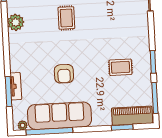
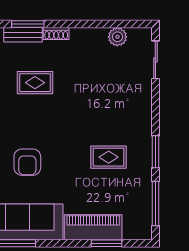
rug: (66, 18) -> (35, 83), turned 90
piano: (132, 116) -> (93, 227), moved

